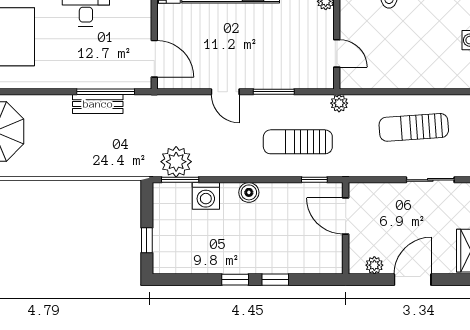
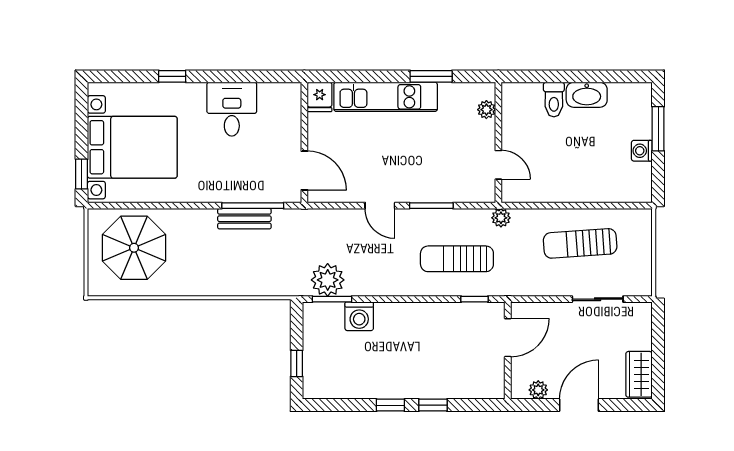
boiler: (249, 192) -> (405, 313), removed
door: (346, 216) -> (508, 338), swing flipped

